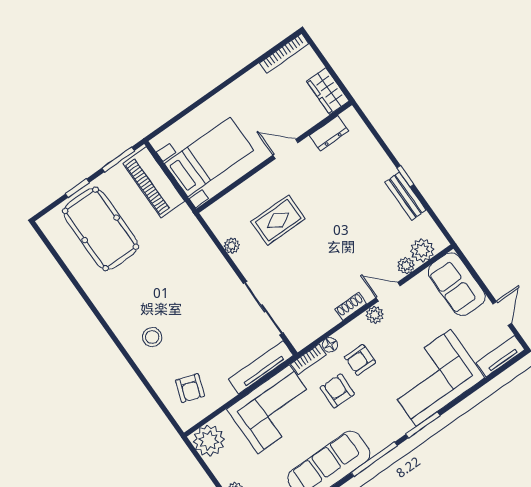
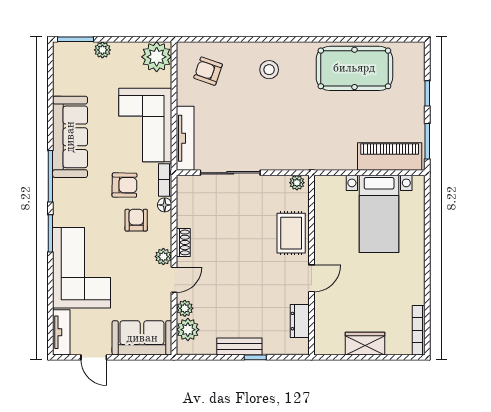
dresser: (329, 133) -> (300, 321), moved
door: (286, 149) -> (312, 278), moved
wall: (274, 157) -> (312, 265), moved
pool table: (101, 229) -> (354, 68), moved

